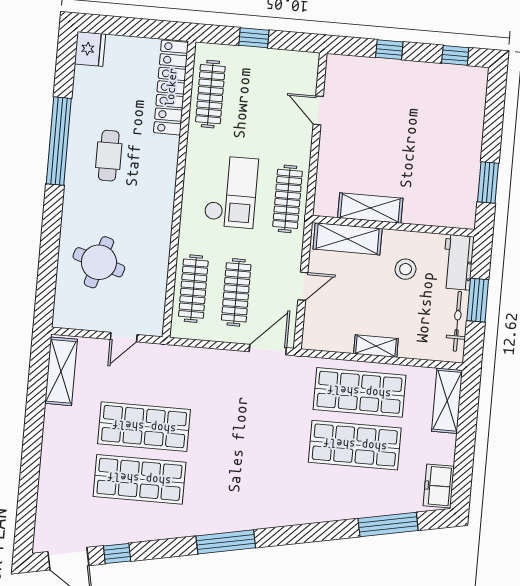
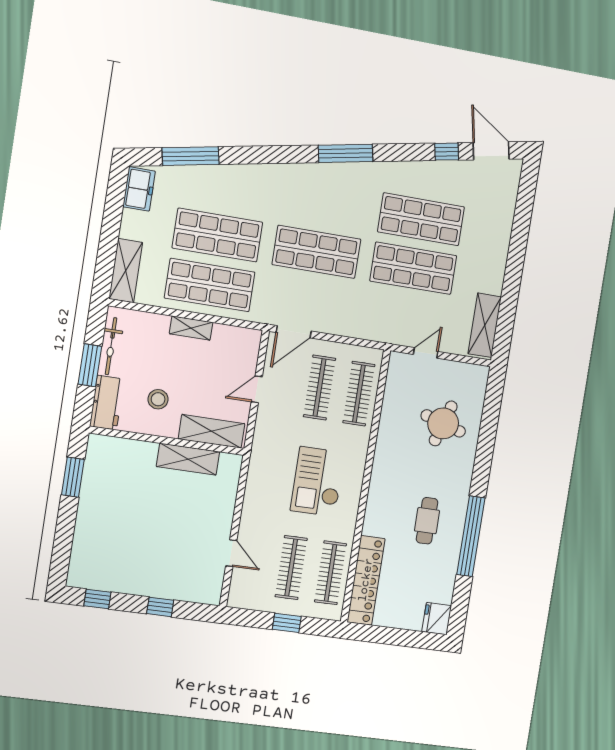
clothes rail: (288, 199) -> (291, 568), moved
shop shelf: (249, 436) -> (316, 252), added

